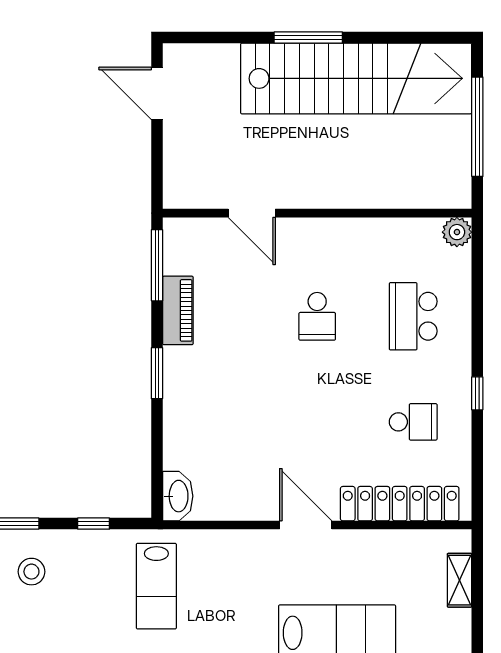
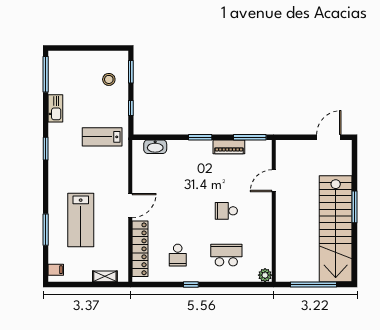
washbasin: (178, 496) -> (155, 147), moved

